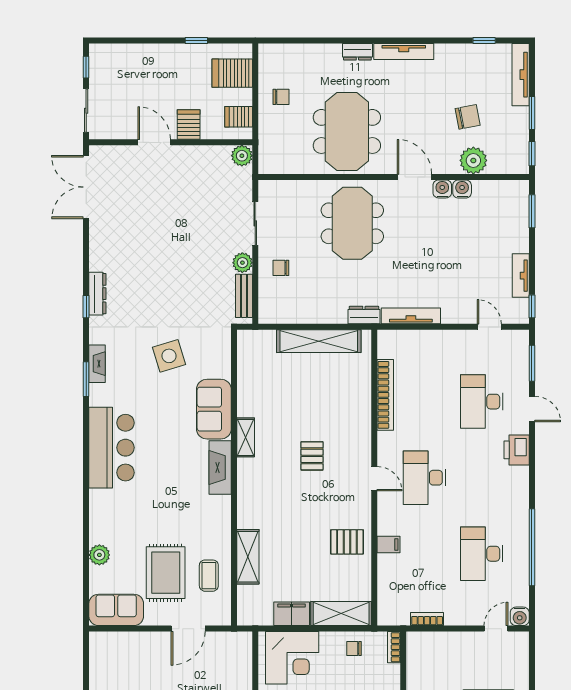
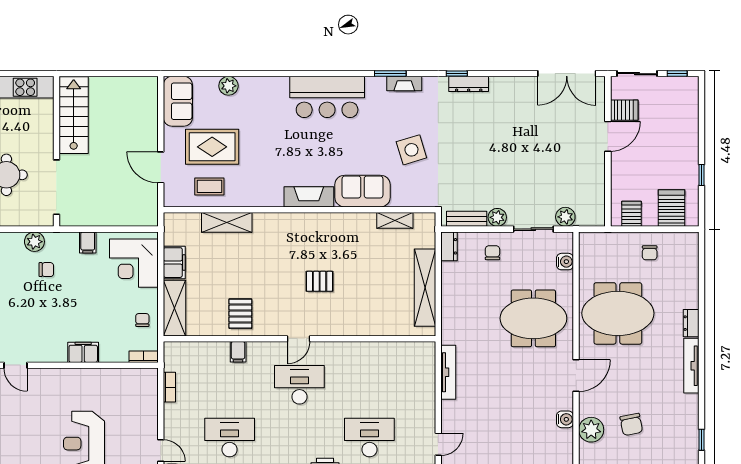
server rack: (189, 125) -> (624, 110), moved
plant: (242, 156) -> (565, 217), moved
double door: (86, 187) -> (567, 74), swing flipped
water cooler: (442, 189) -> (565, 262), moved
dresser: (364, 315) -> (449, 246), moved
bookcase: (385, 395) -> (376, 349), removed
shelving: (246, 437) -> (395, 220), moved

